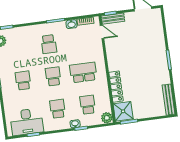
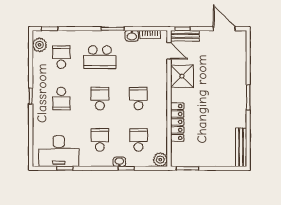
school desk: (49, 44) -> (100, 57), width x1.85
school desk: (19, 48) -> (61, 57), added
school desk: (83, 72) -> (138, 99), width x0.54
school desk: (23, 81) -> (61, 99), turned 180
shower: (123, 111) -> (182, 76), moved

